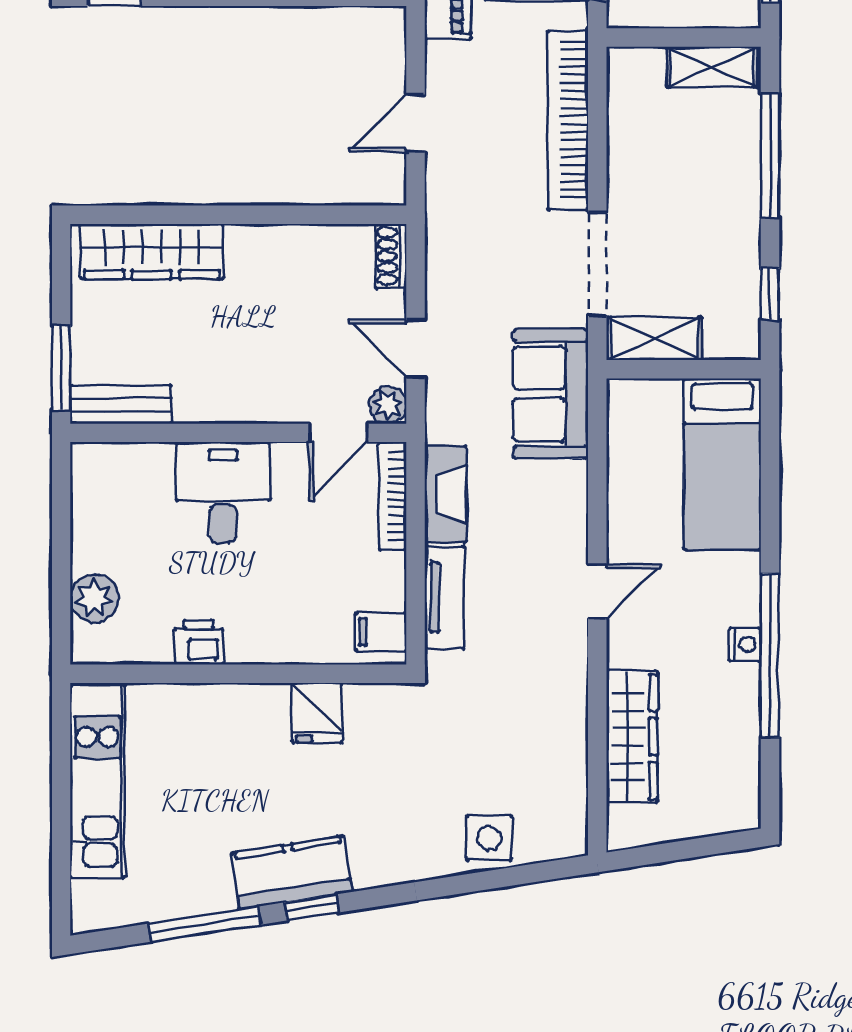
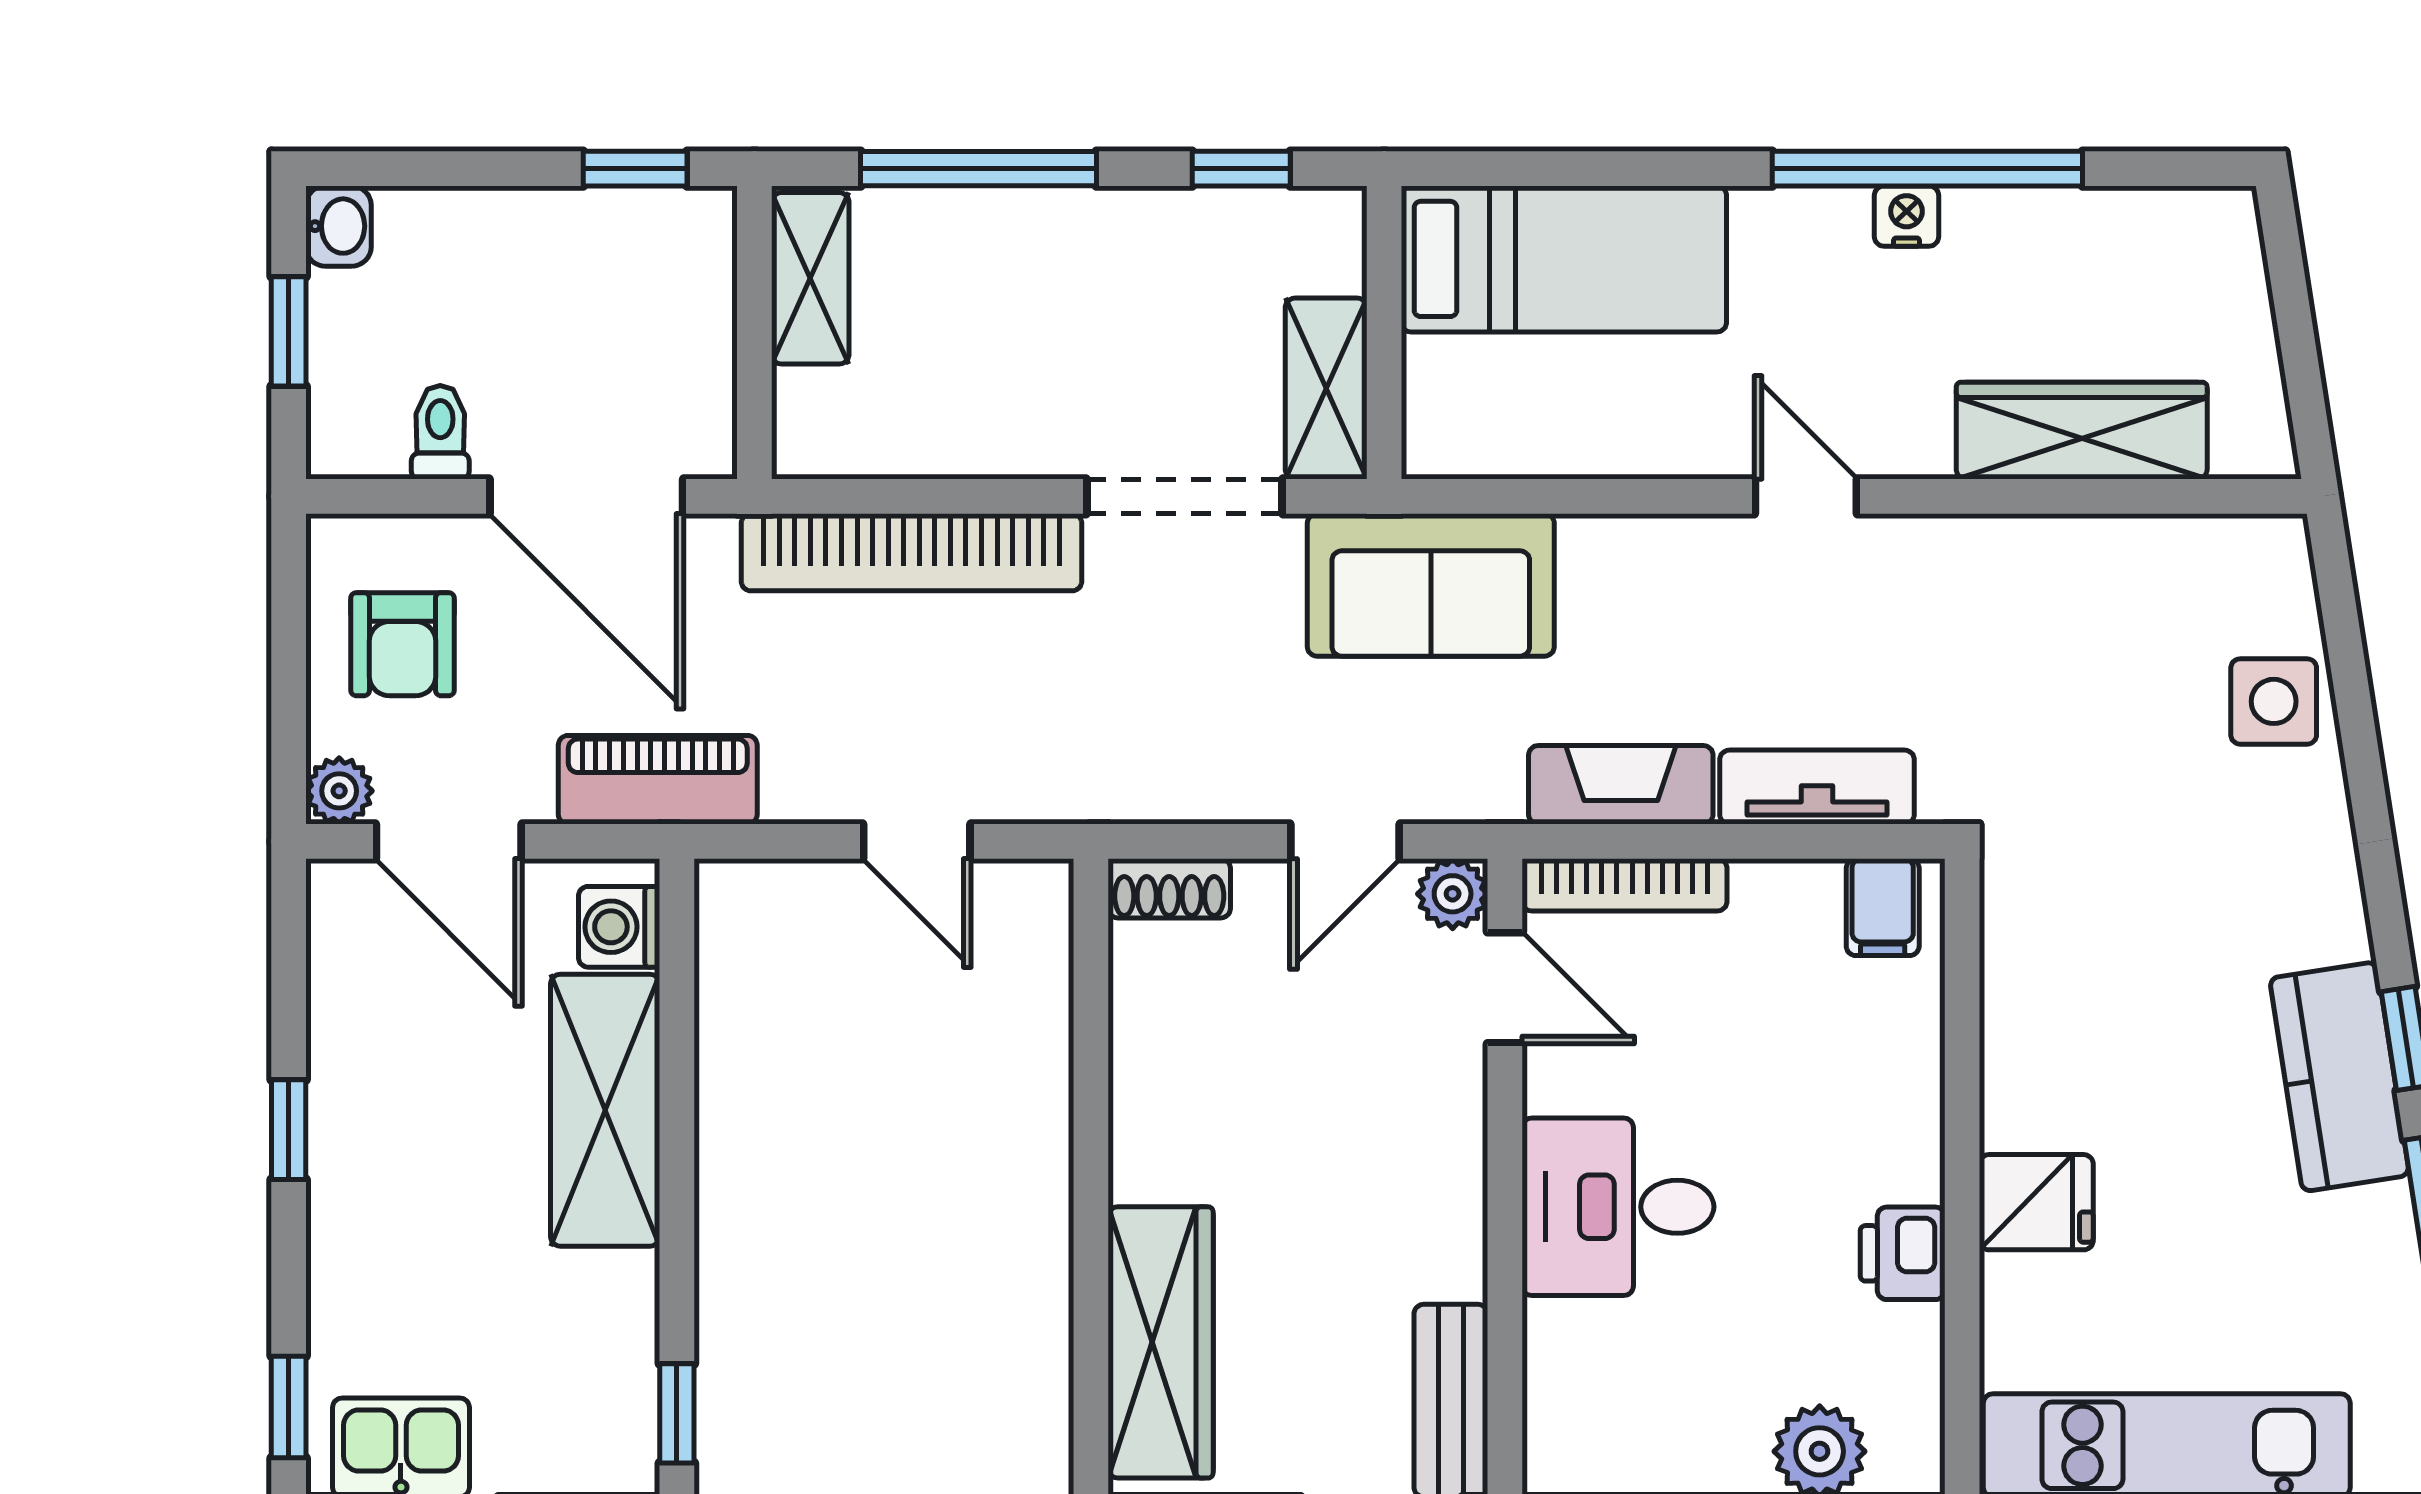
fridge: (317, 713) -> (2036, 1202), moved

